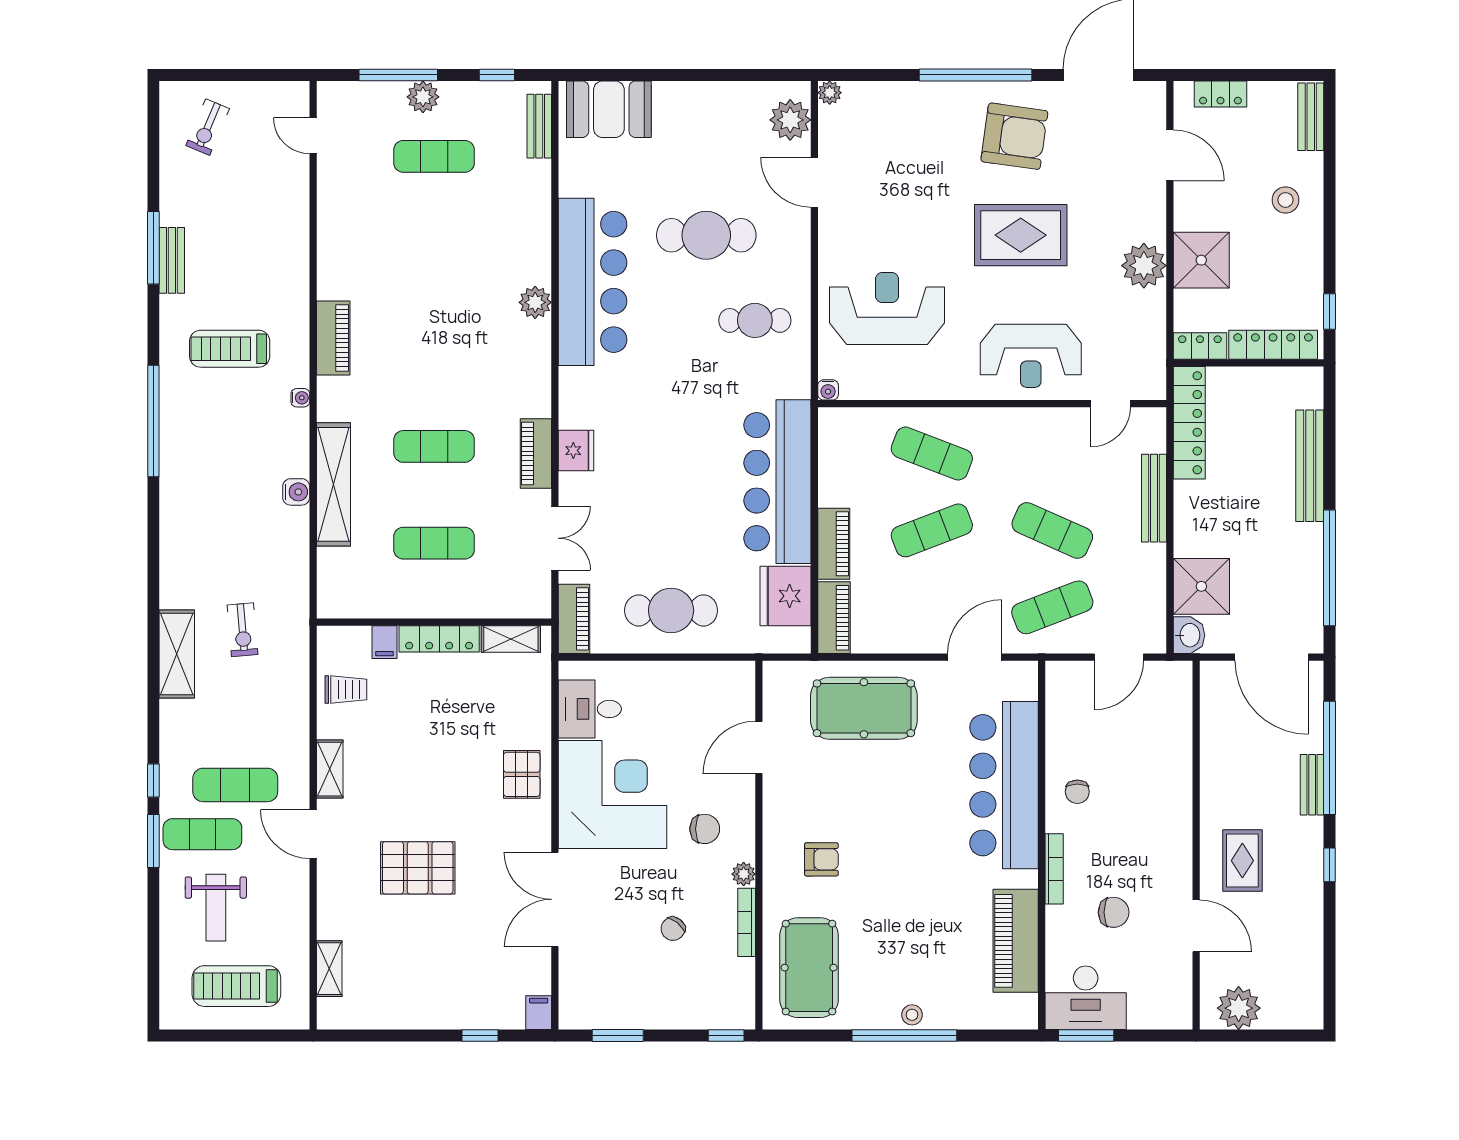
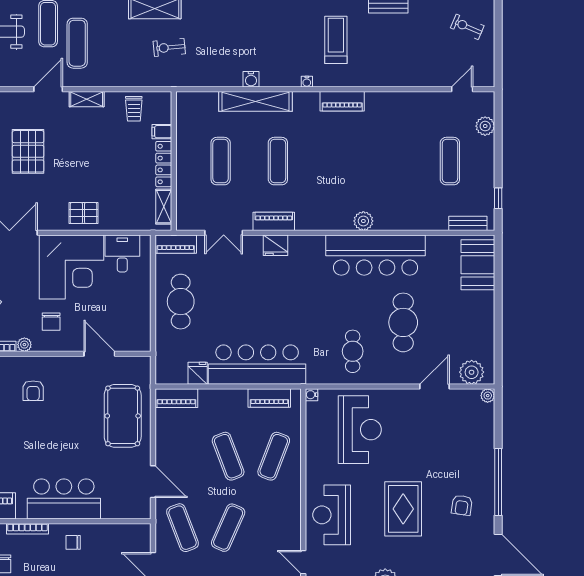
window: (398, 75) -> (498, 140), removed
plant: (423, 97) -> (485, 126), moved
armchair: (1014, 136) -> (462, 505), width x0.53, depth x0.53
piano: (834, 544) -> (269, 398), moved
fridge: (785, 596) -> (198, 373), width x0.53, depth x0.75
bar counter: (1004, 785) -> (64, 499), width x0.73

